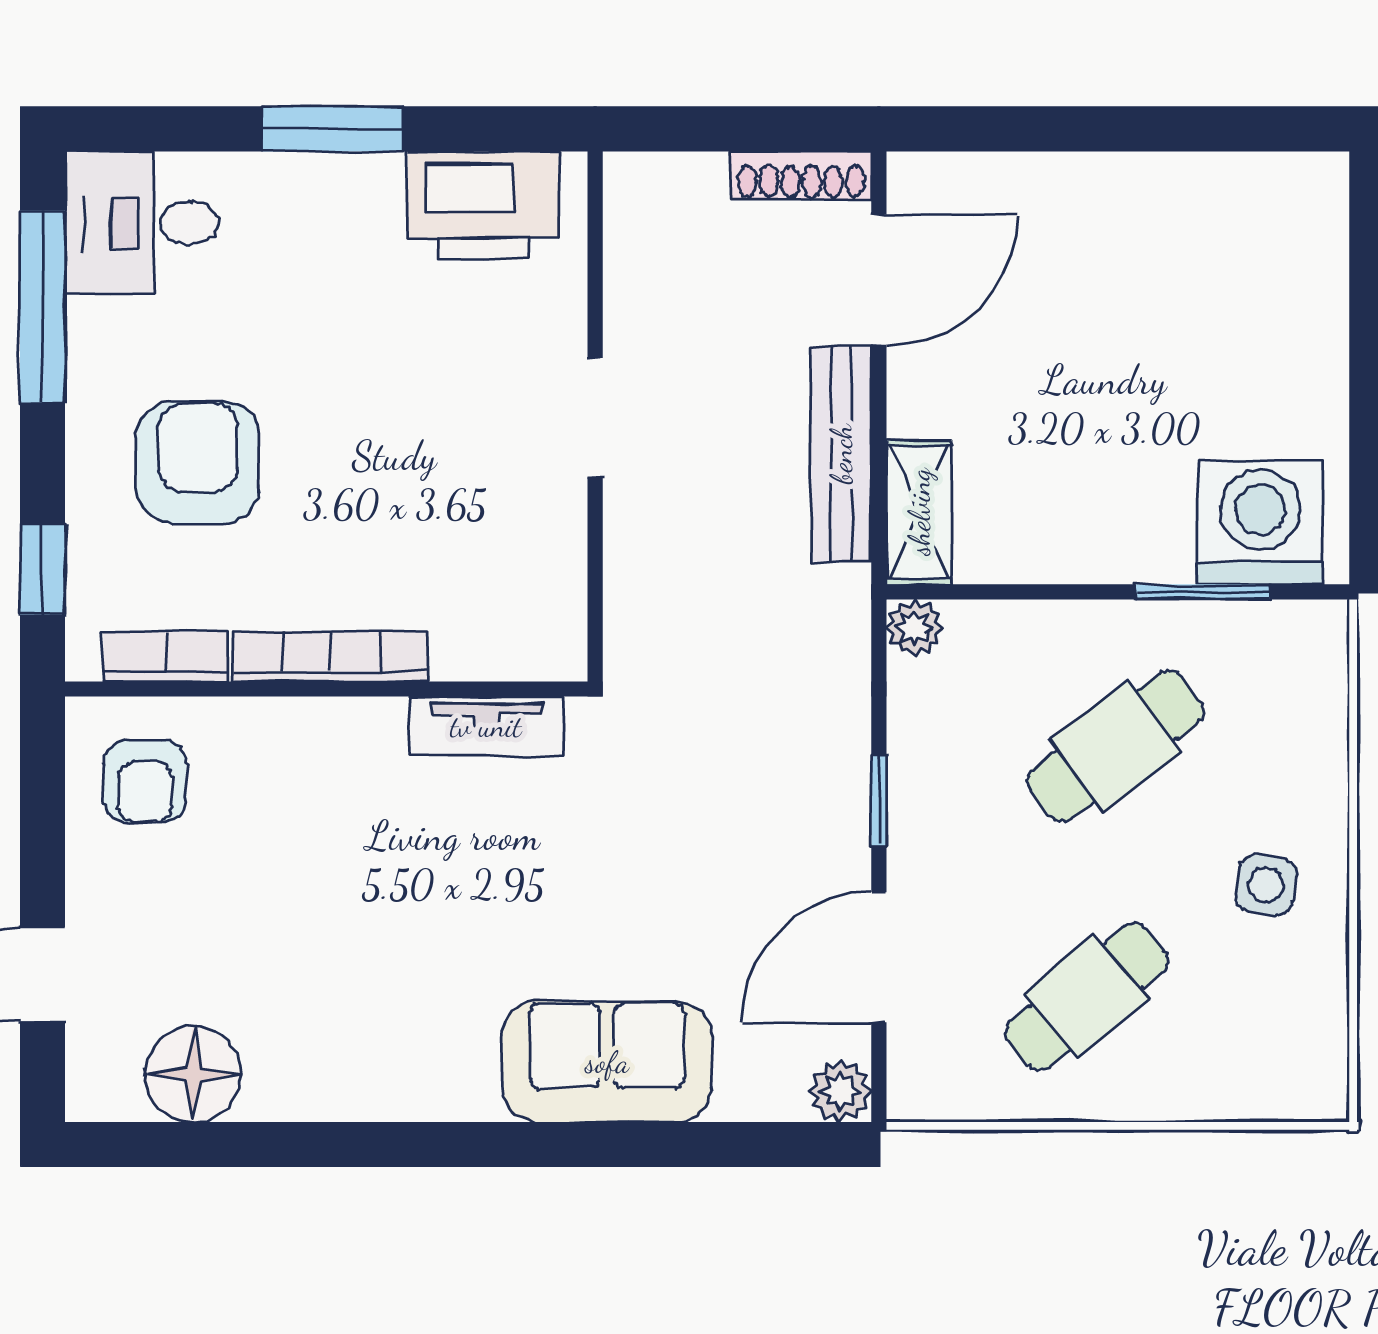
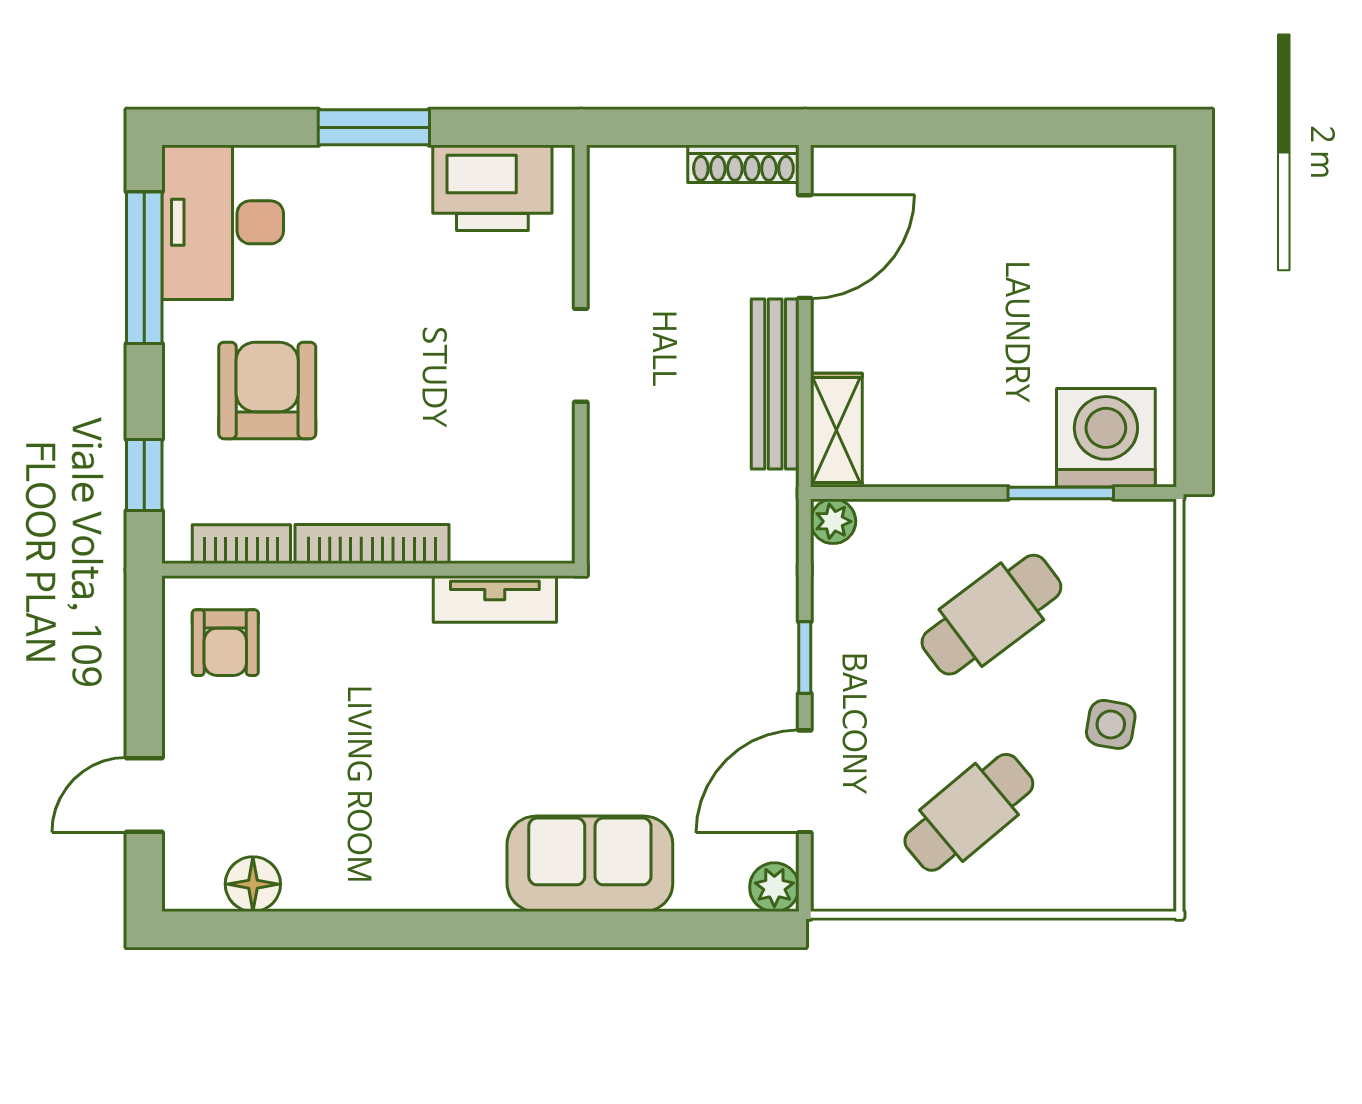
desk: (142, 223) -> (223, 222), width x1.37
floor lamp: (193, 1074) -> (253, 884), width x0.73, depth x0.73

